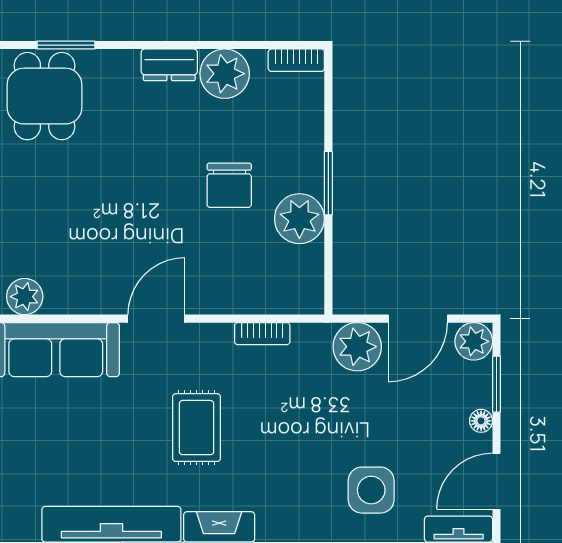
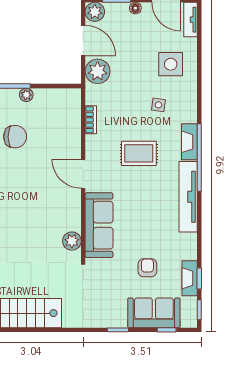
plant: (299, 219) -> (26, 95), width x0.53, depth x0.53
side table: (291, 466) -> (158, 105), added

